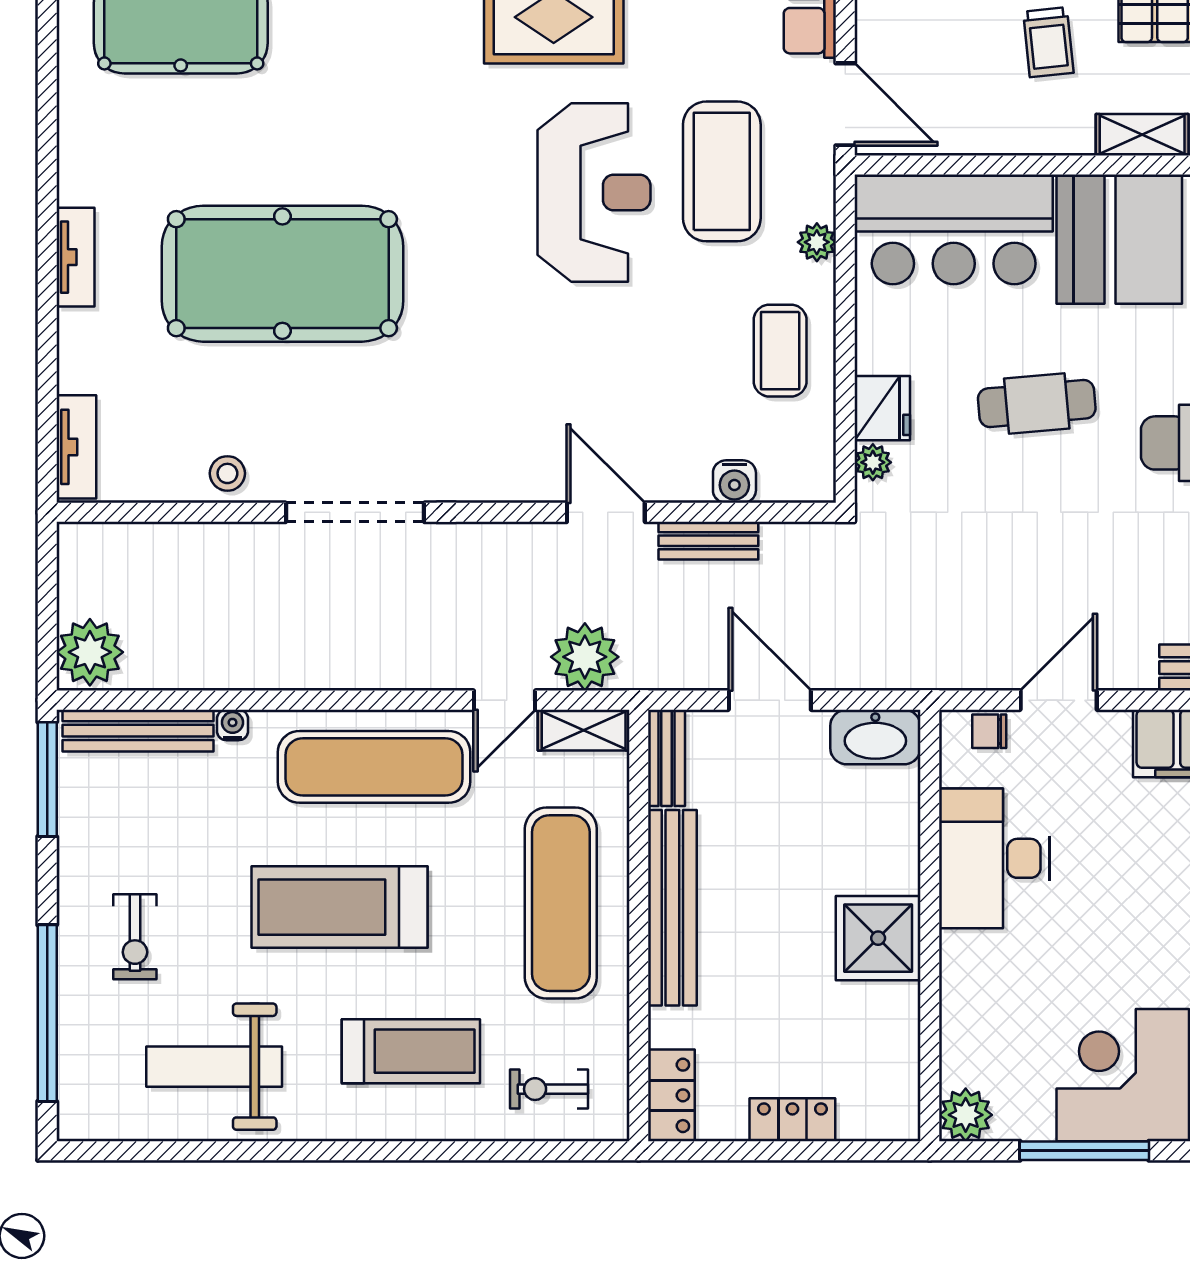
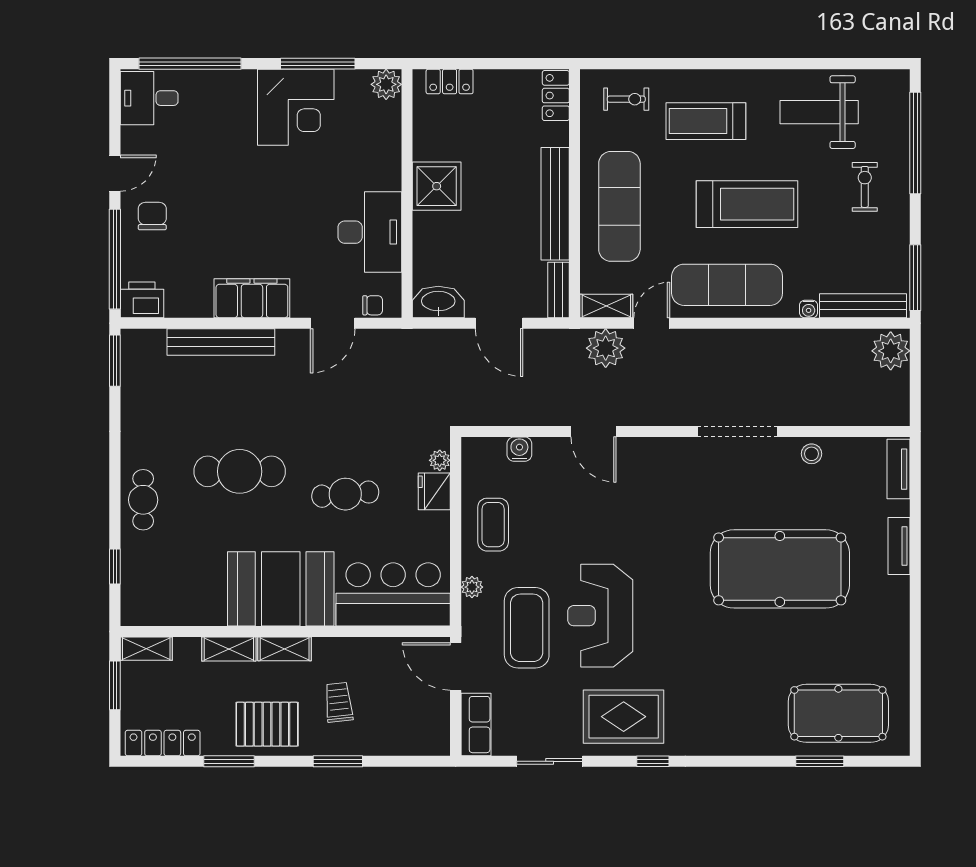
tv unit: (76, 257) -> (899, 546), moved
bench: (708, 541) -> (534, 415), removed
weight bench: (214, 1067) -> (819, 112), turned 180
locker: (792, 1120) -> (450, 82), moved

